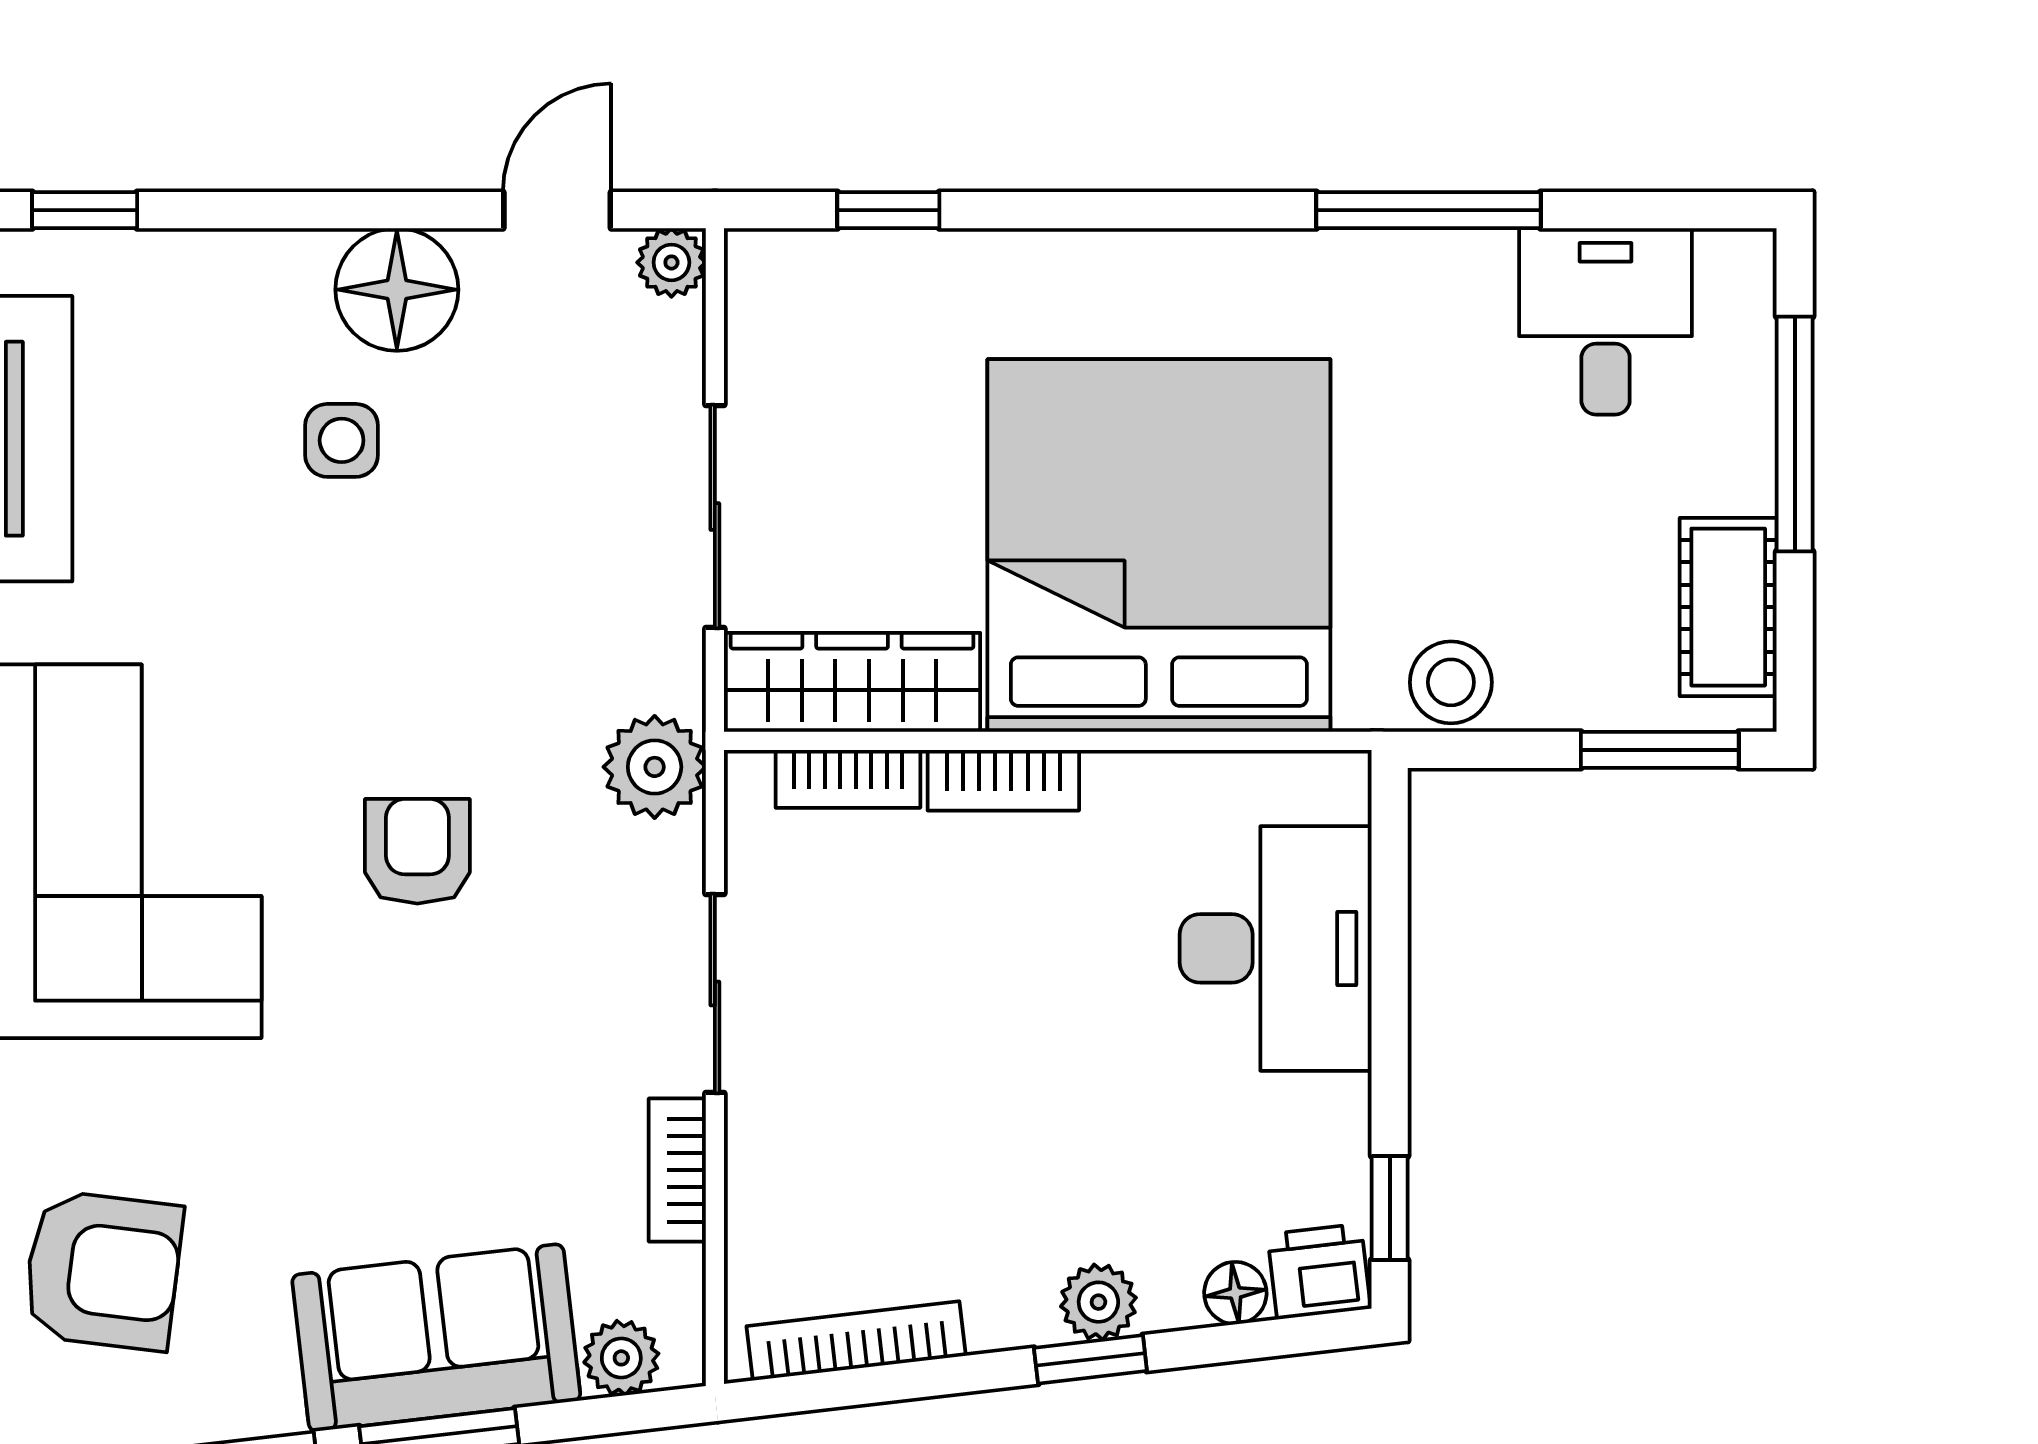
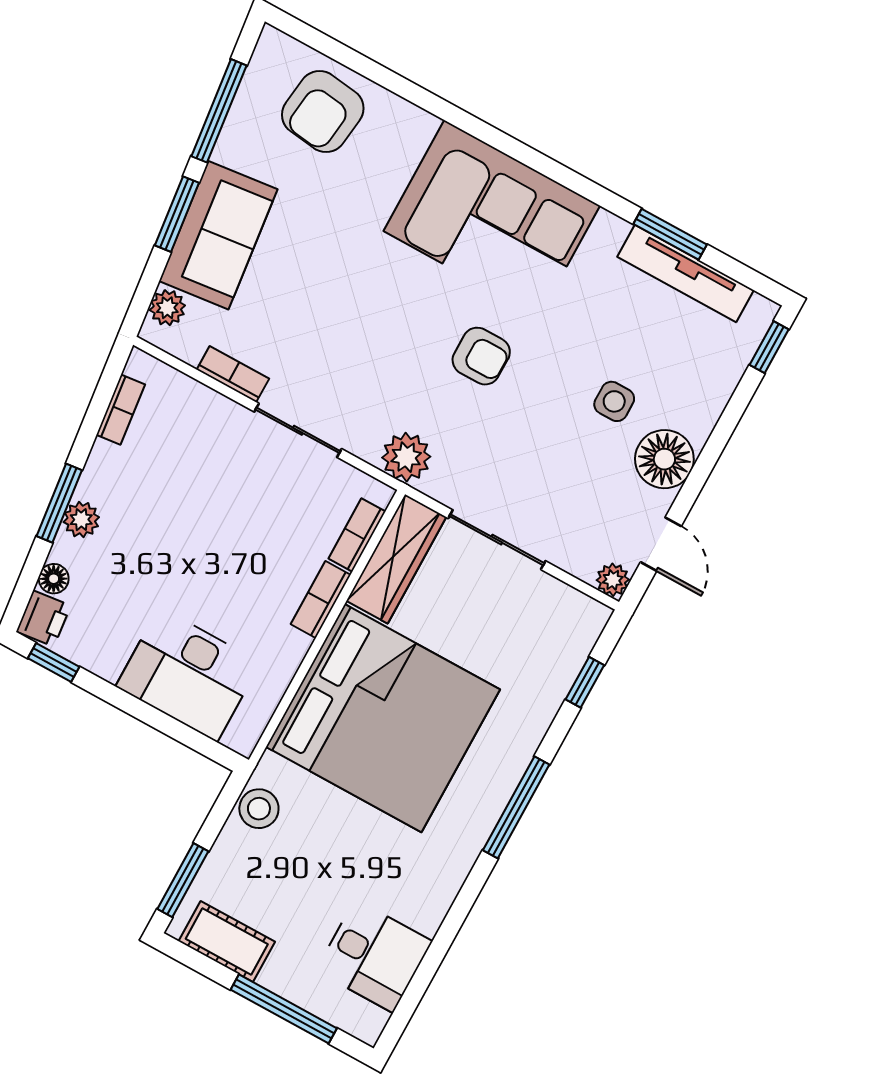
window: (1428, 210) -> (516, 807), moved
armchair: (417, 851) -> (481, 356), moved
bookcase: (856, 1341) -> (121, 410), width x0.64
window: (1090, 1359) -> (59, 503), width x1.50

